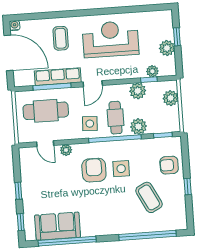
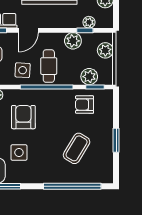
plant: (138, 126) -> (89, 77), moved
armchair: (169, 165) -> (85, 105), moved
side table: (121, 169) -> (19, 153), moved
window: (188, 187) -> (116, 140), width x1.50
coffee table: (149, 197) -> (77, 148), turned 58

